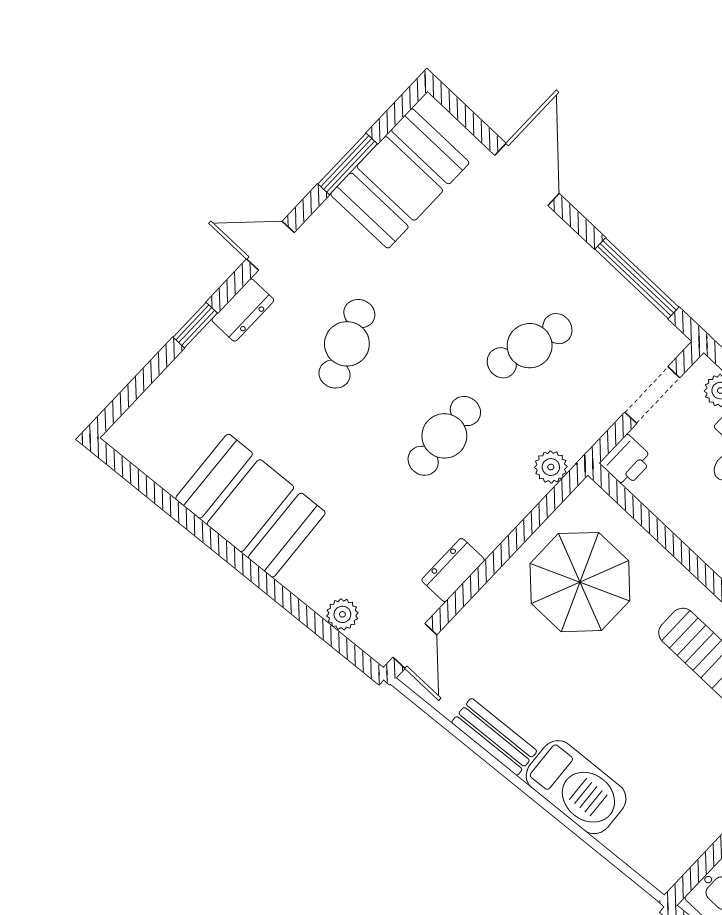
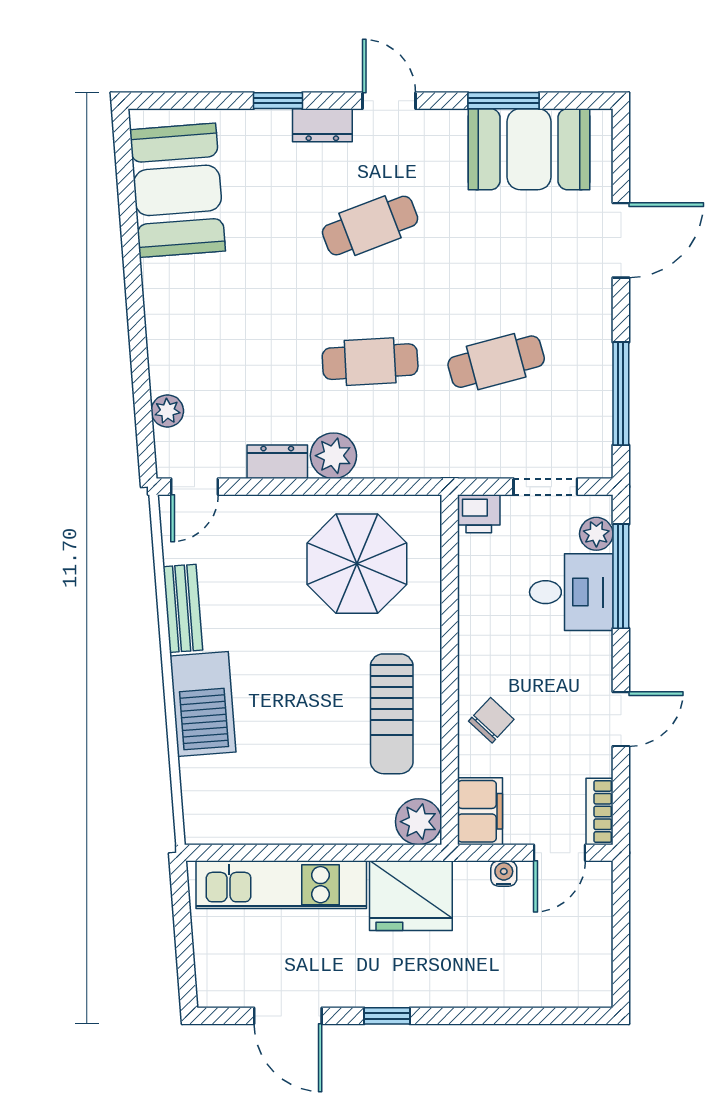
cafe table: (530, 346) -> (496, 362), turned -30
plant: (551, 467) -> (333, 456), moved, width x1.38, depth x1.38
booth: (250, 506) -> (177, 190), moved

